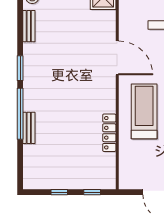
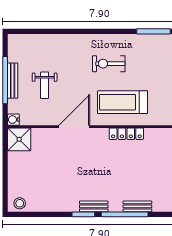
bench: (29, 26) -> (94, 206), moved
locker: (109, 133) -> (126, 134), moved

